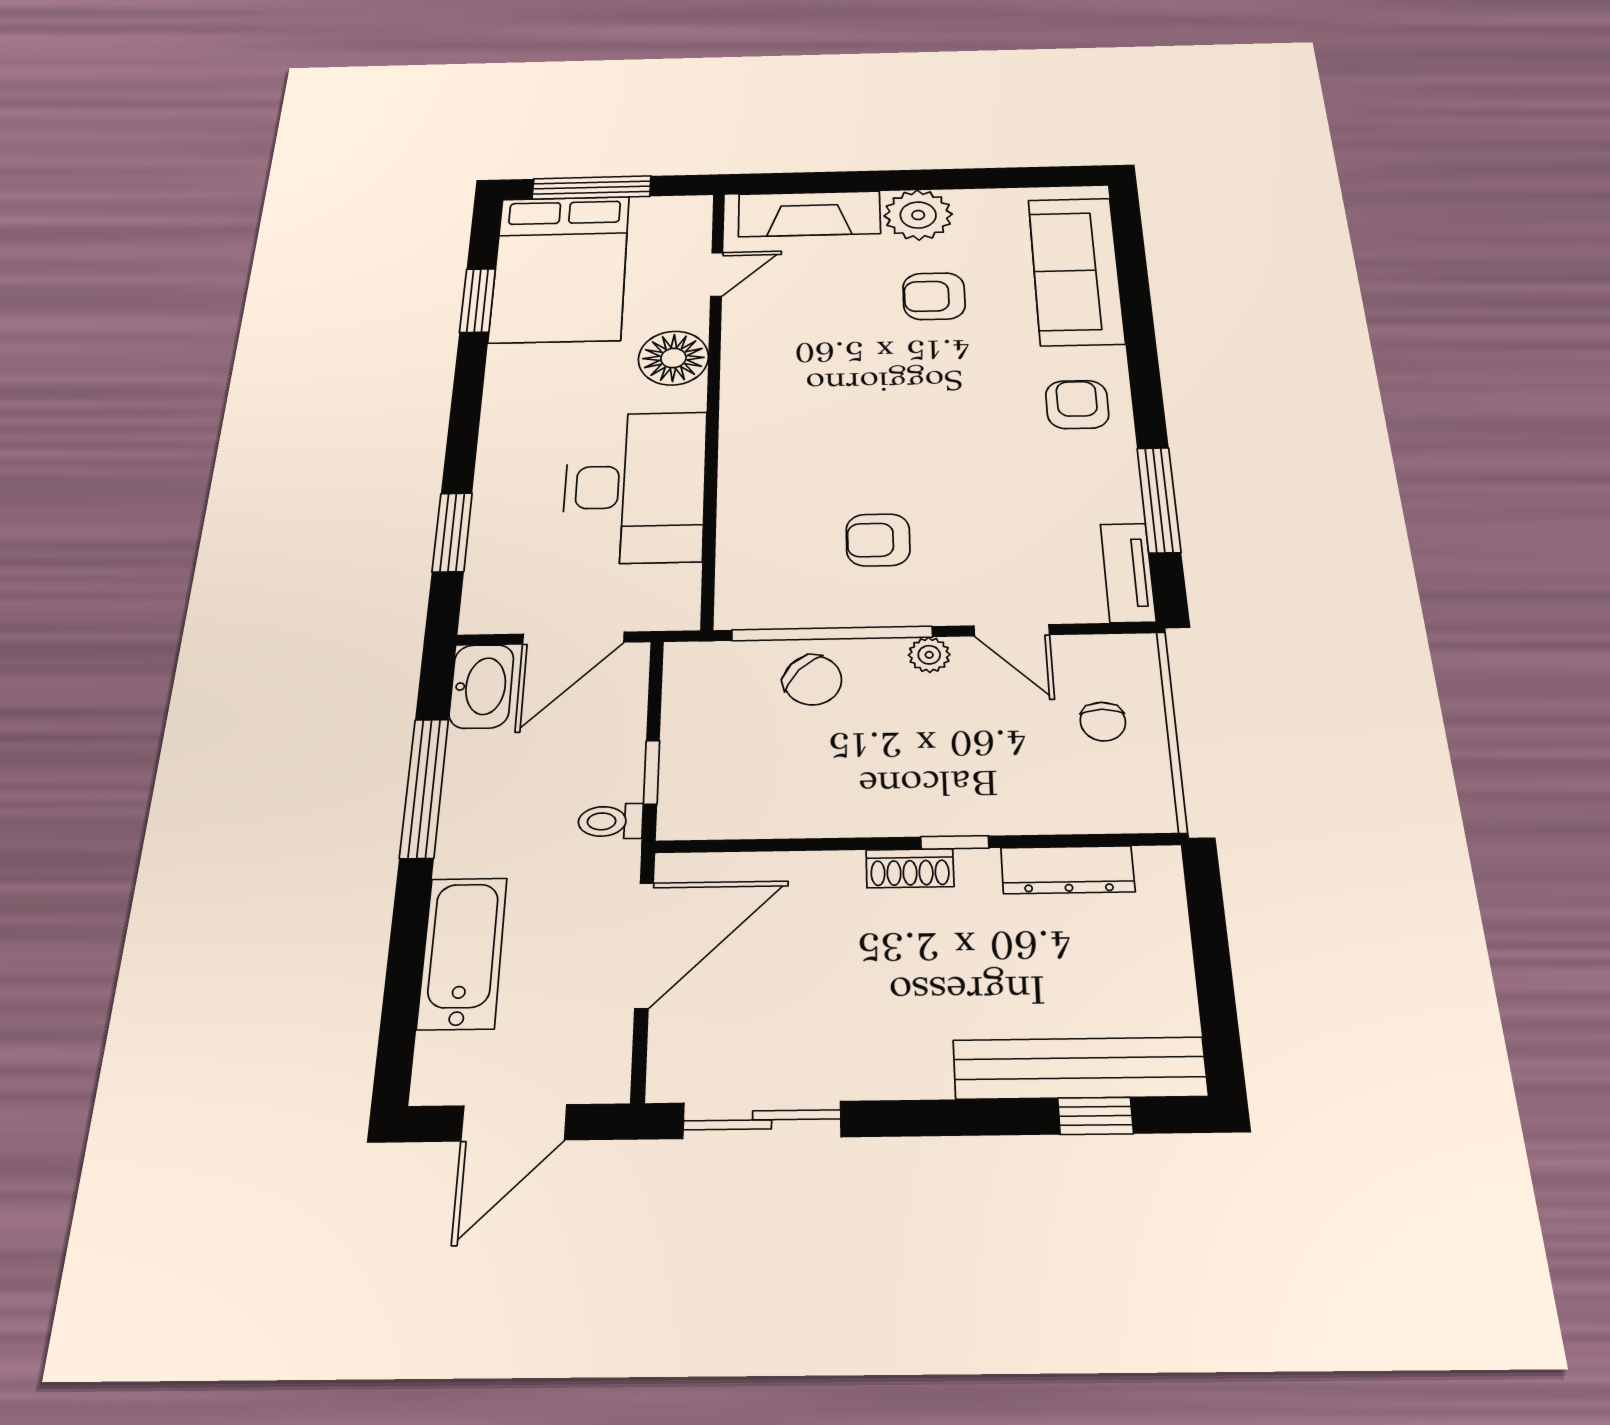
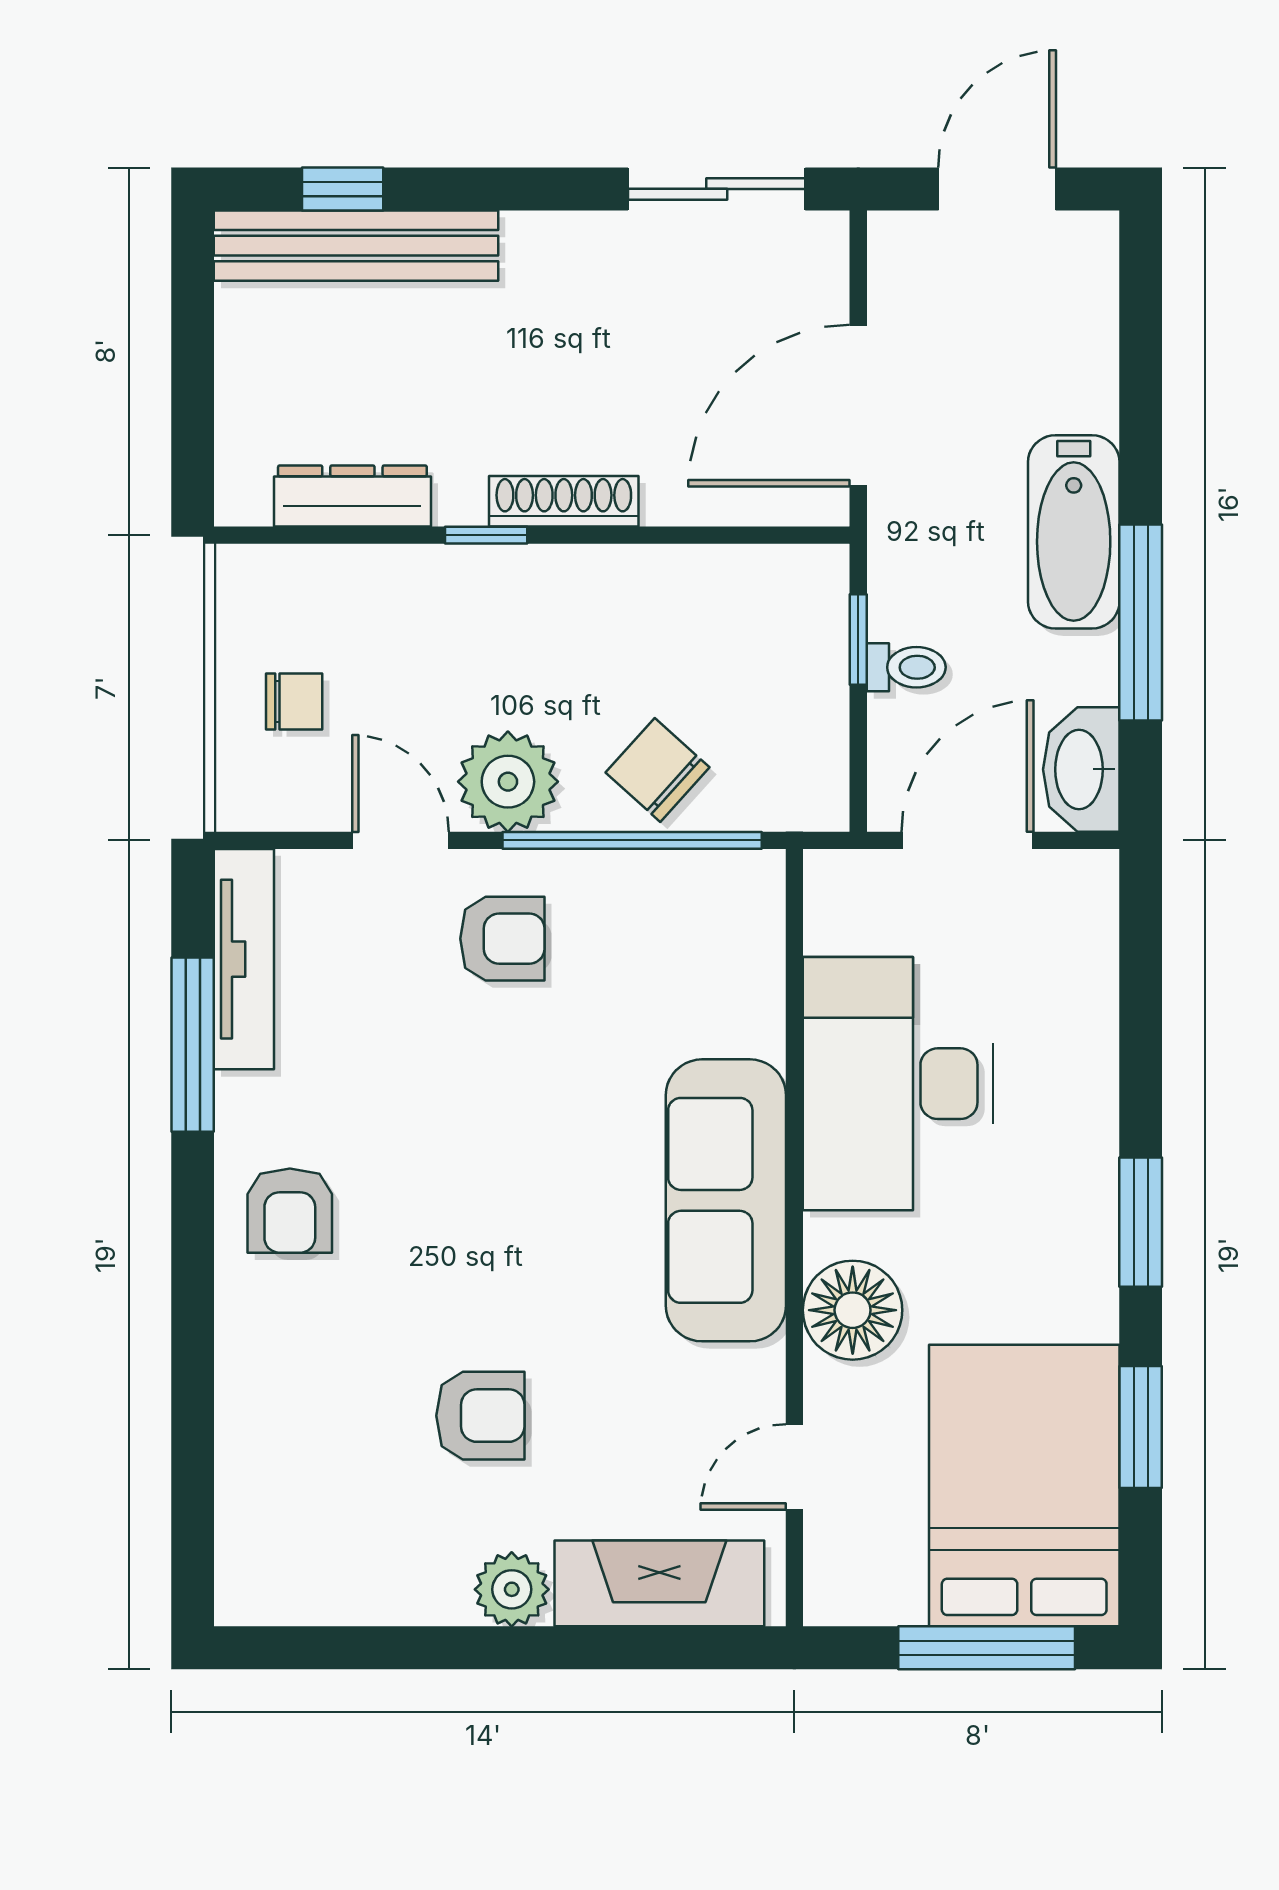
plant: (918, 215) -> (512, 1589), width x0.73, depth x0.73
sofa: (1076, 271) -> (726, 1200), moved, turned 180
window: (452, 532) -> (1141, 1222), moved
armchair: (878, 540) -> (502, 939), moved
tv unit: (1128, 573) -> (244, 959), width x1.41
plant: (929, 655) -> (508, 782), width x1.88, depth x1.88
chair: (1103, 722) -> (294, 702), turned 90
toilet: (611, 821) -> (906, 667), moved
shoe rack: (910, 868) -> (564, 501), width x1.43
bathtub: (462, 953) -> (1074, 532), moved

